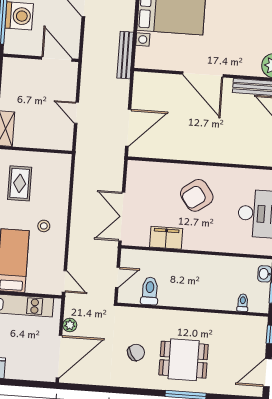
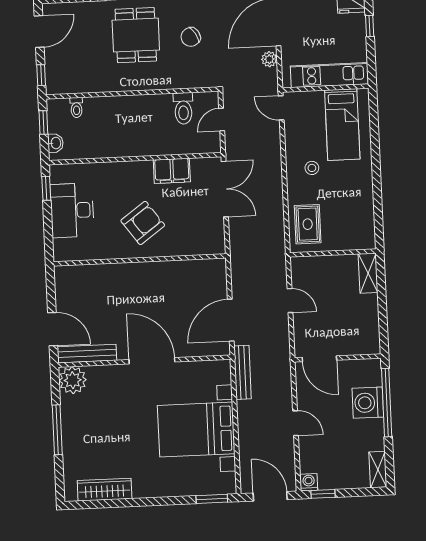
door: (128, 128) -> (231, 320), moved
rug: (20, 183) -> (308, 224), moved
dining table: (184, 360) -> (136, 35), turned 90

